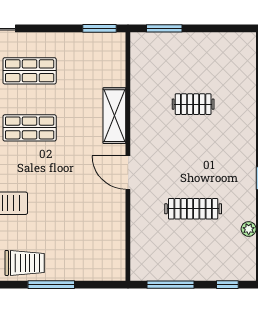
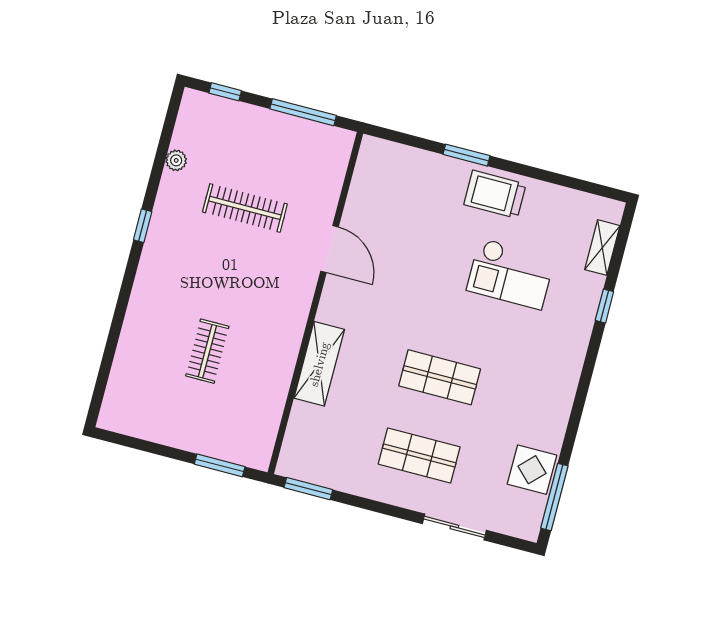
clothes rail: (193, 104) -> (207, 351), turned 90
door: (128, 173) -> (330, 249), moved
window: (51, 285) -> (466, 155), width x0.69

